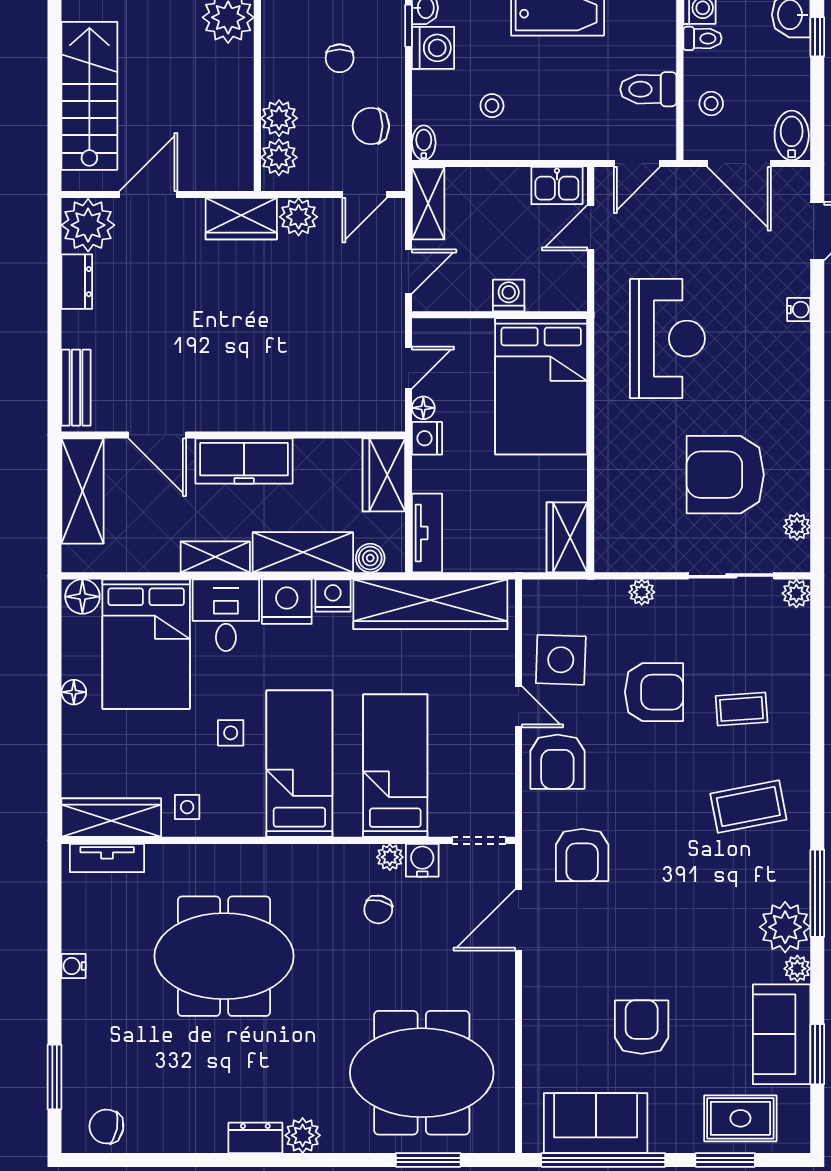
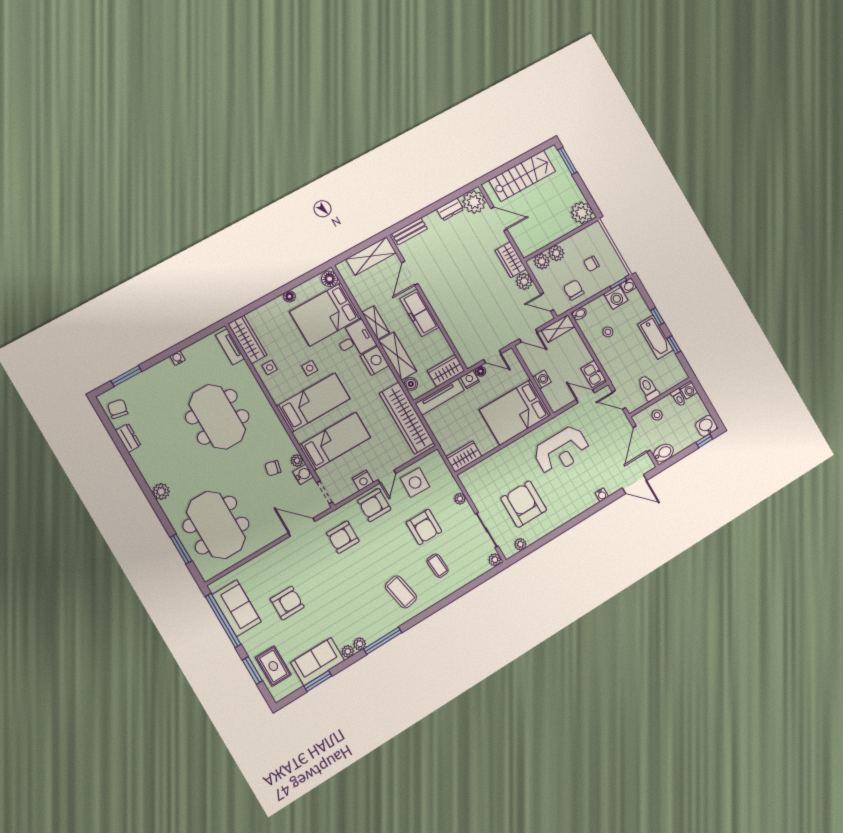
tv unit: (427, 533) -> (440, 397), width x1.41
nightstand: (333, 595) -> (363, 480), moved, turned 90
plant: (785, 927) -> (360, 644), width x0.53, depth x0.53
dresser: (255, 1138) -> (128, 438), moved

